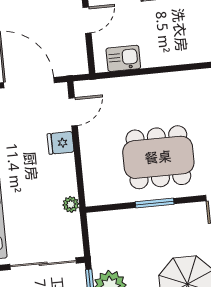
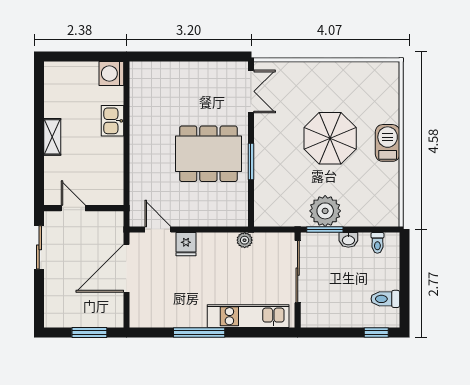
kitchen sink: (123, 58) -> (112, 121), moved
dining table: (158, 157) -> (208, 154), turned 90

